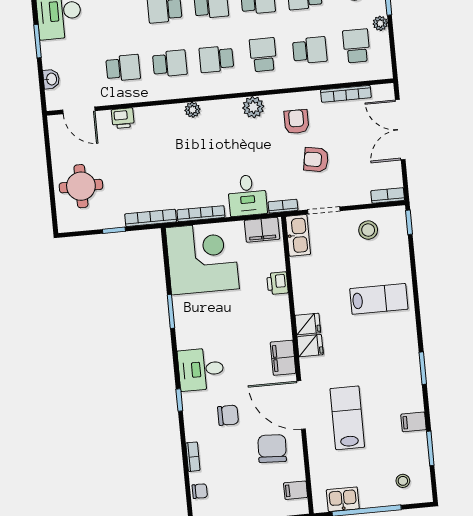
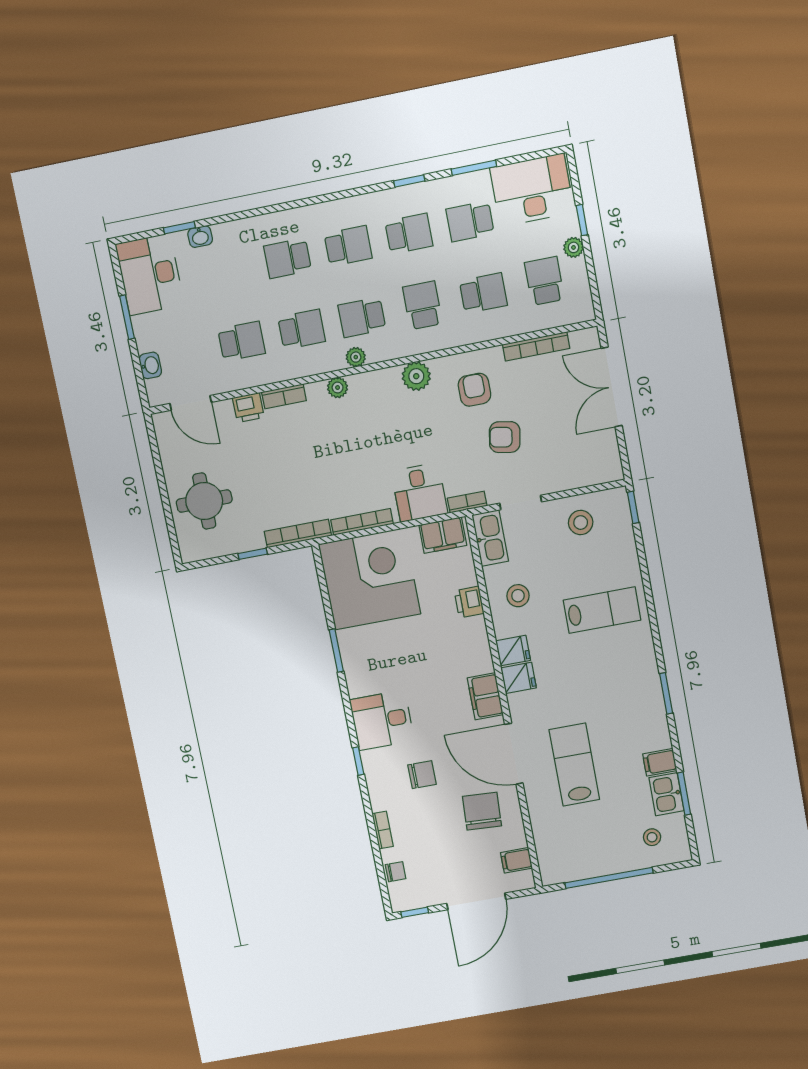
plant: (209, 88) -> (356, 357), added
bookcase: (388, 196) -> (284, 396), moved, turned 180
stool: (315, 282) -> (518, 596), added
kitchen sink: (343, 499) -> (666, 794), moved, turned -90

